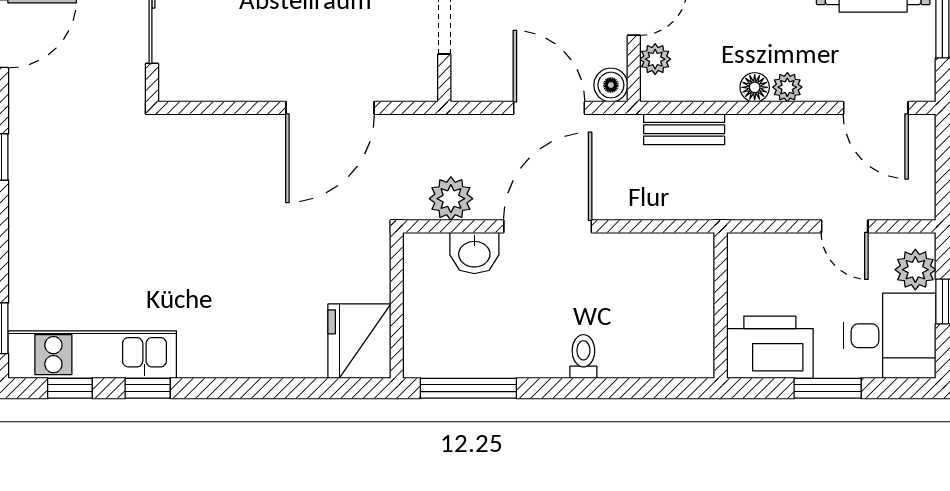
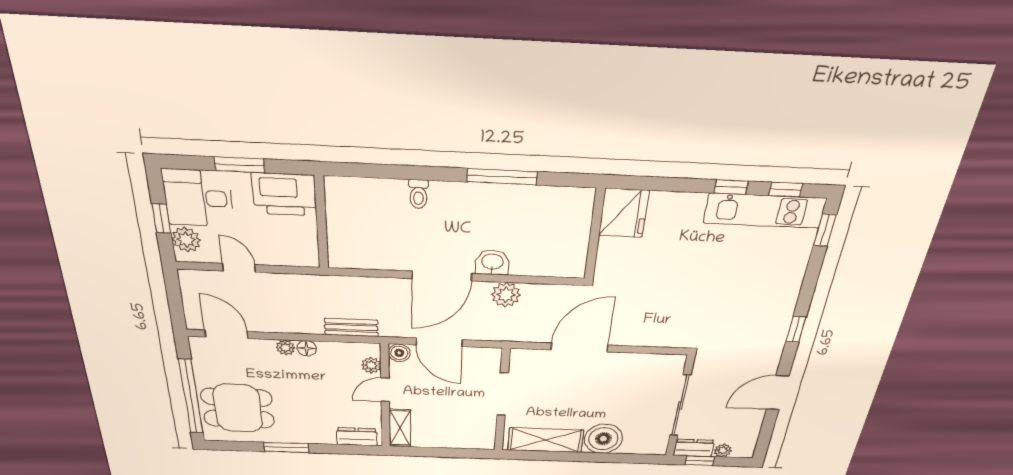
wall: (397, 305) -> (595, 235), moved
fridge: (359, 341) -> (624, 213), moved

